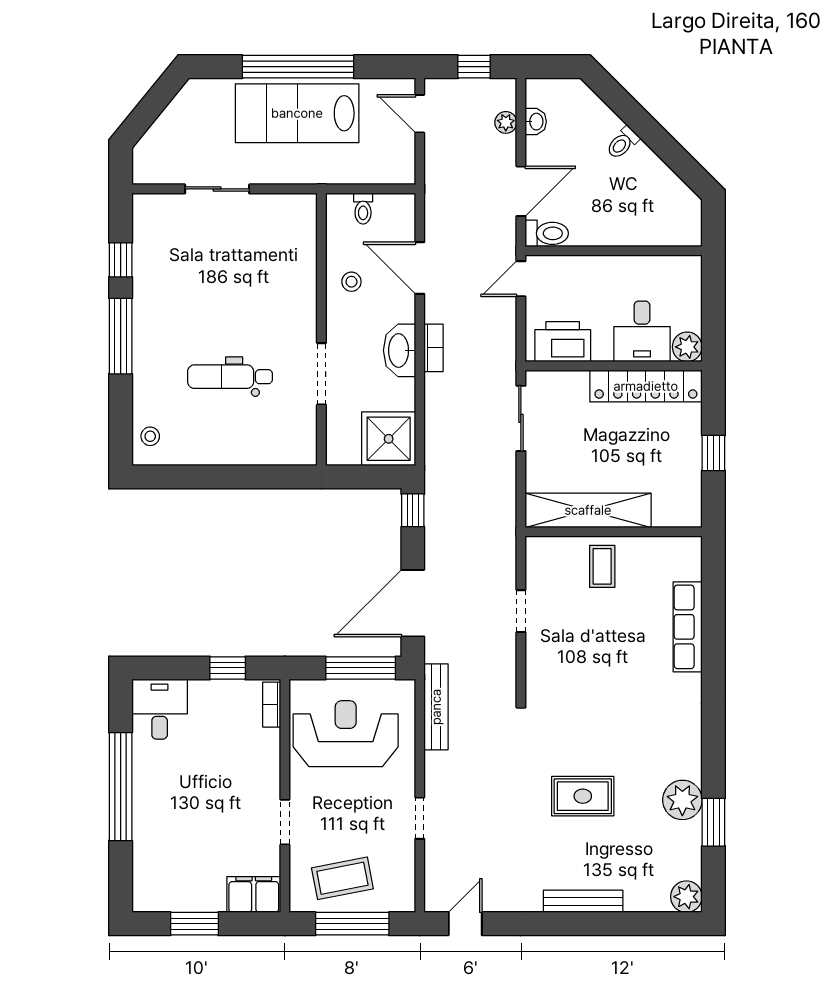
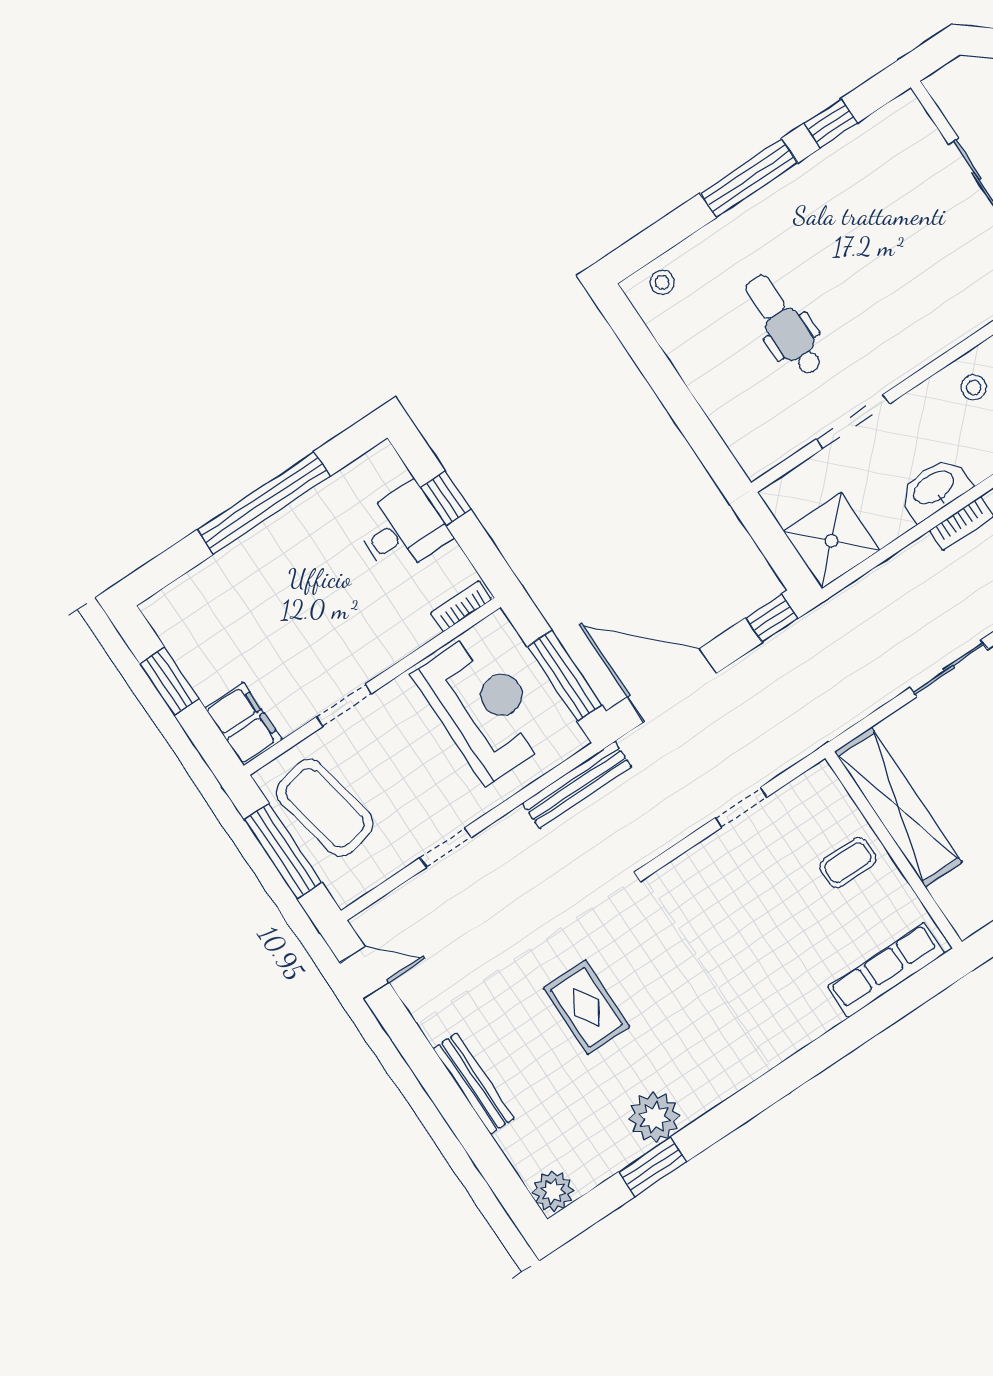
row of seats: (688, 627) -> (886, 970), moved
window: (228, 668) -> (446, 498), moved
desk: (160, 709) -> (402, 529), moved
coffee table: (342, 878) -> (325, 808), width x1.36, depth x1.32

